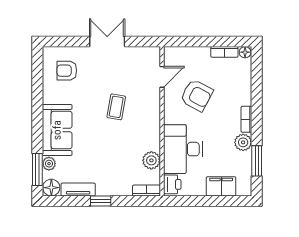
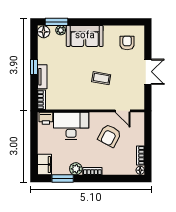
plant: (151, 160) -> (63, 103), removed
filing cabinet: (221, 186) -> (44, 165), moved
tv unit: (78, 190) -> (42, 77), moved

